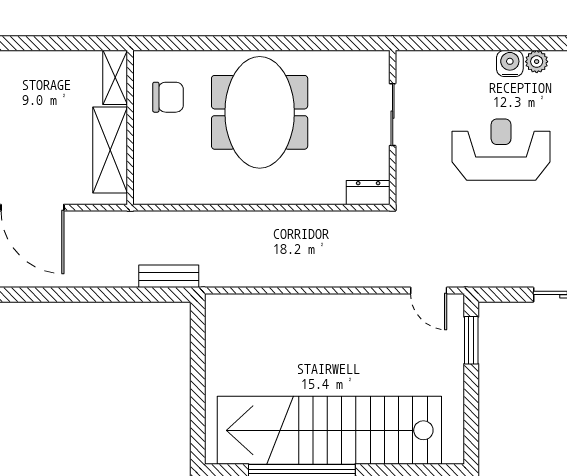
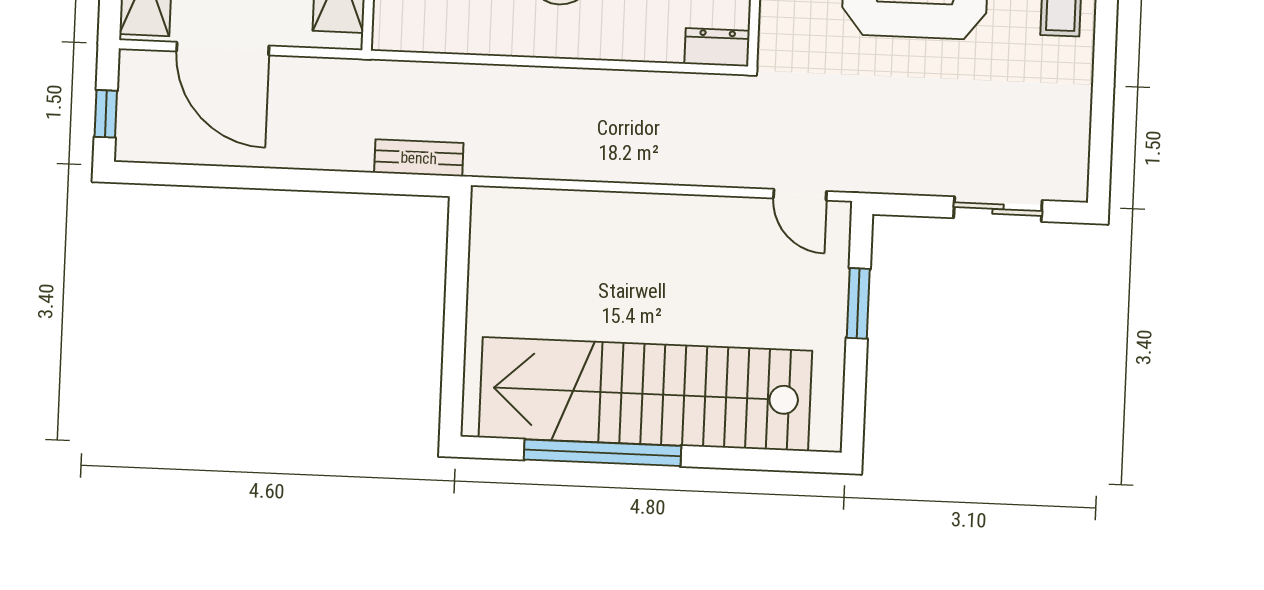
window: (471, 340) -> (858, 303), moved

